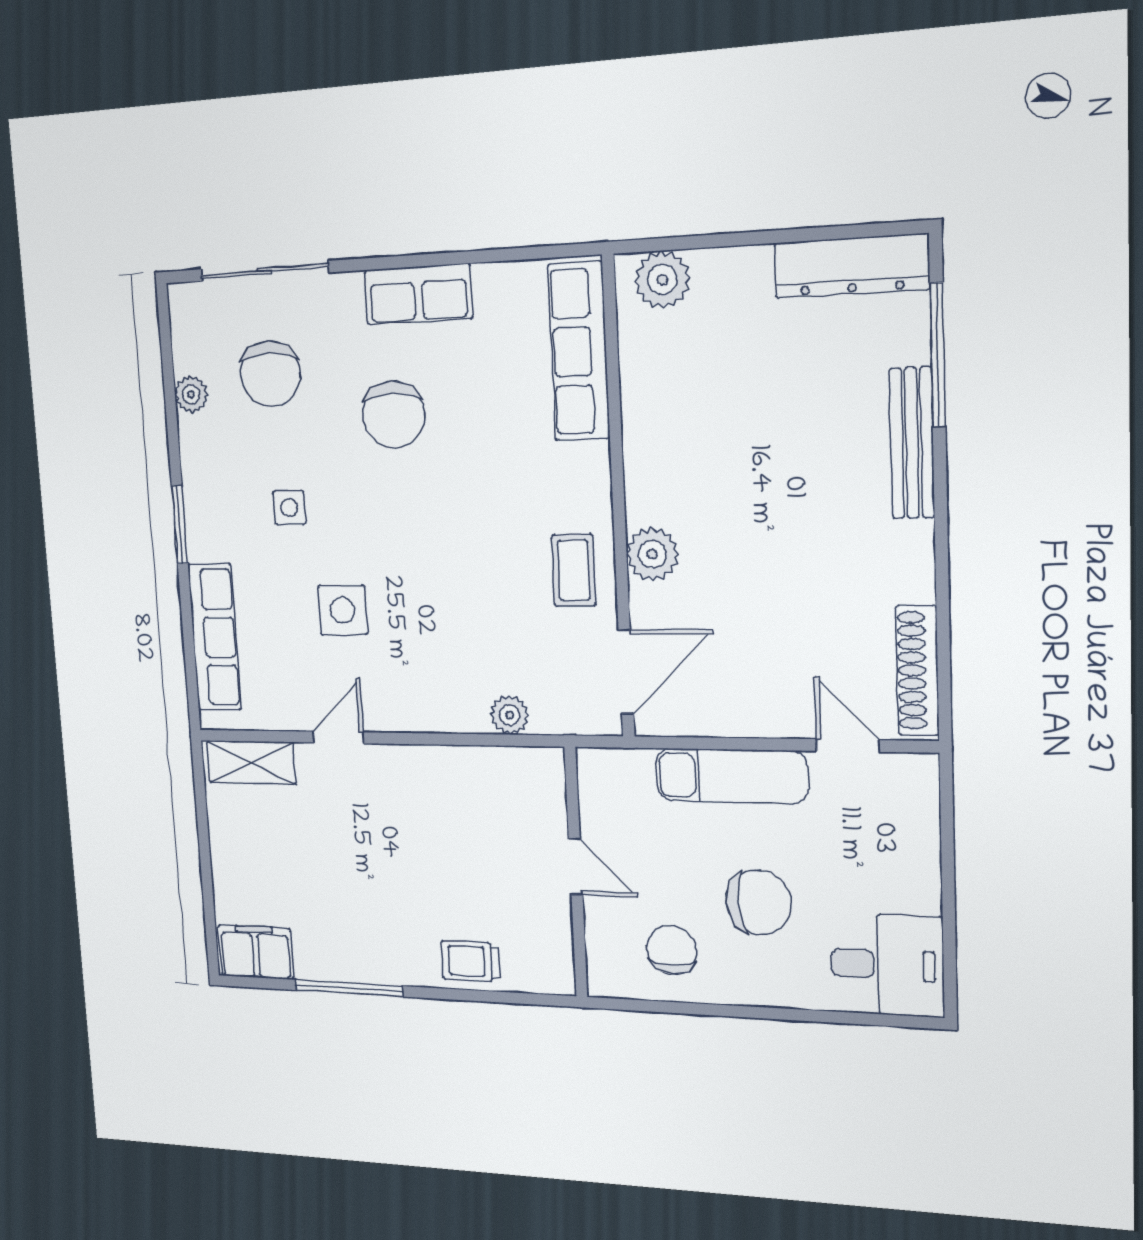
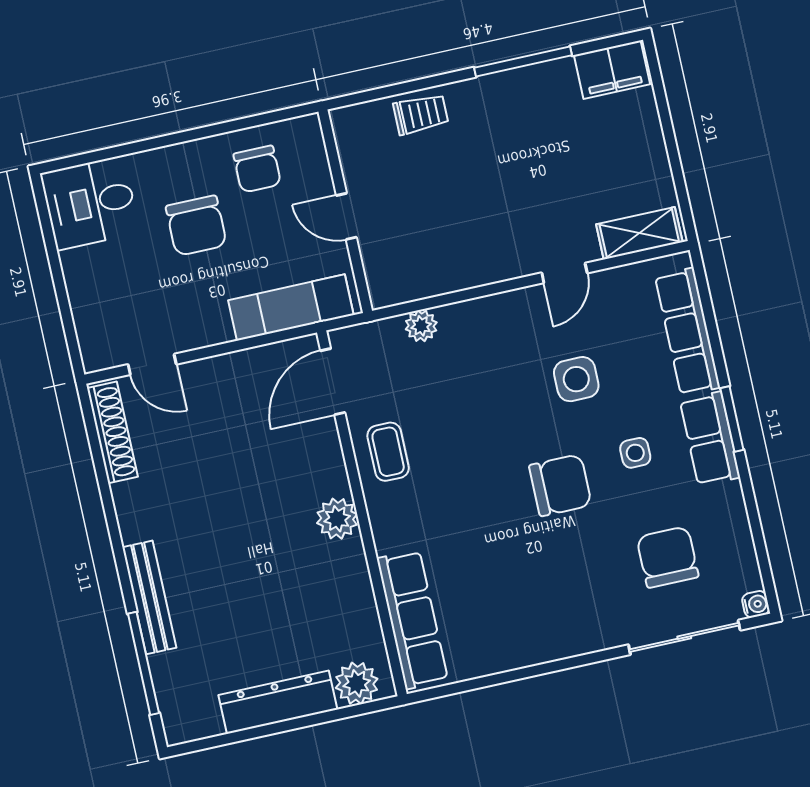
dresser: (851, 266) -> (278, 702), moved
row of seats: (418, 294) -> (710, 439), moved, turned -90
water cooler: (181, 298) -> (756, 604), added
plant: (191, 394) -> (736, 528), removed
chair: (393, 414) -> (560, 485), moved, turned 90
plant: (652, 554) -> (337, 519), moved
exam couch: (731, 776) -> (291, 308), moved
chair: (759, 902) -> (196, 226), turned -86

